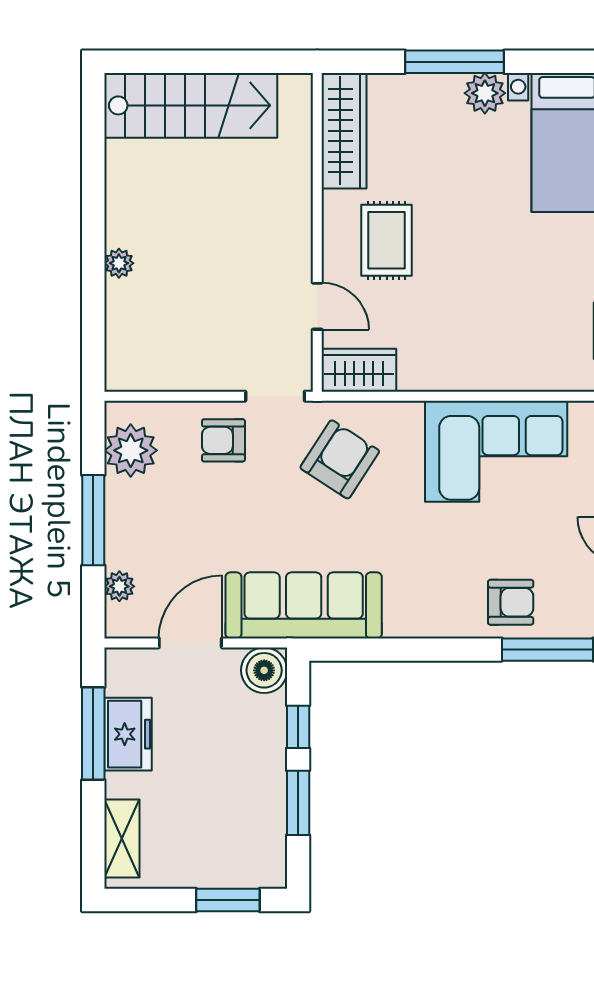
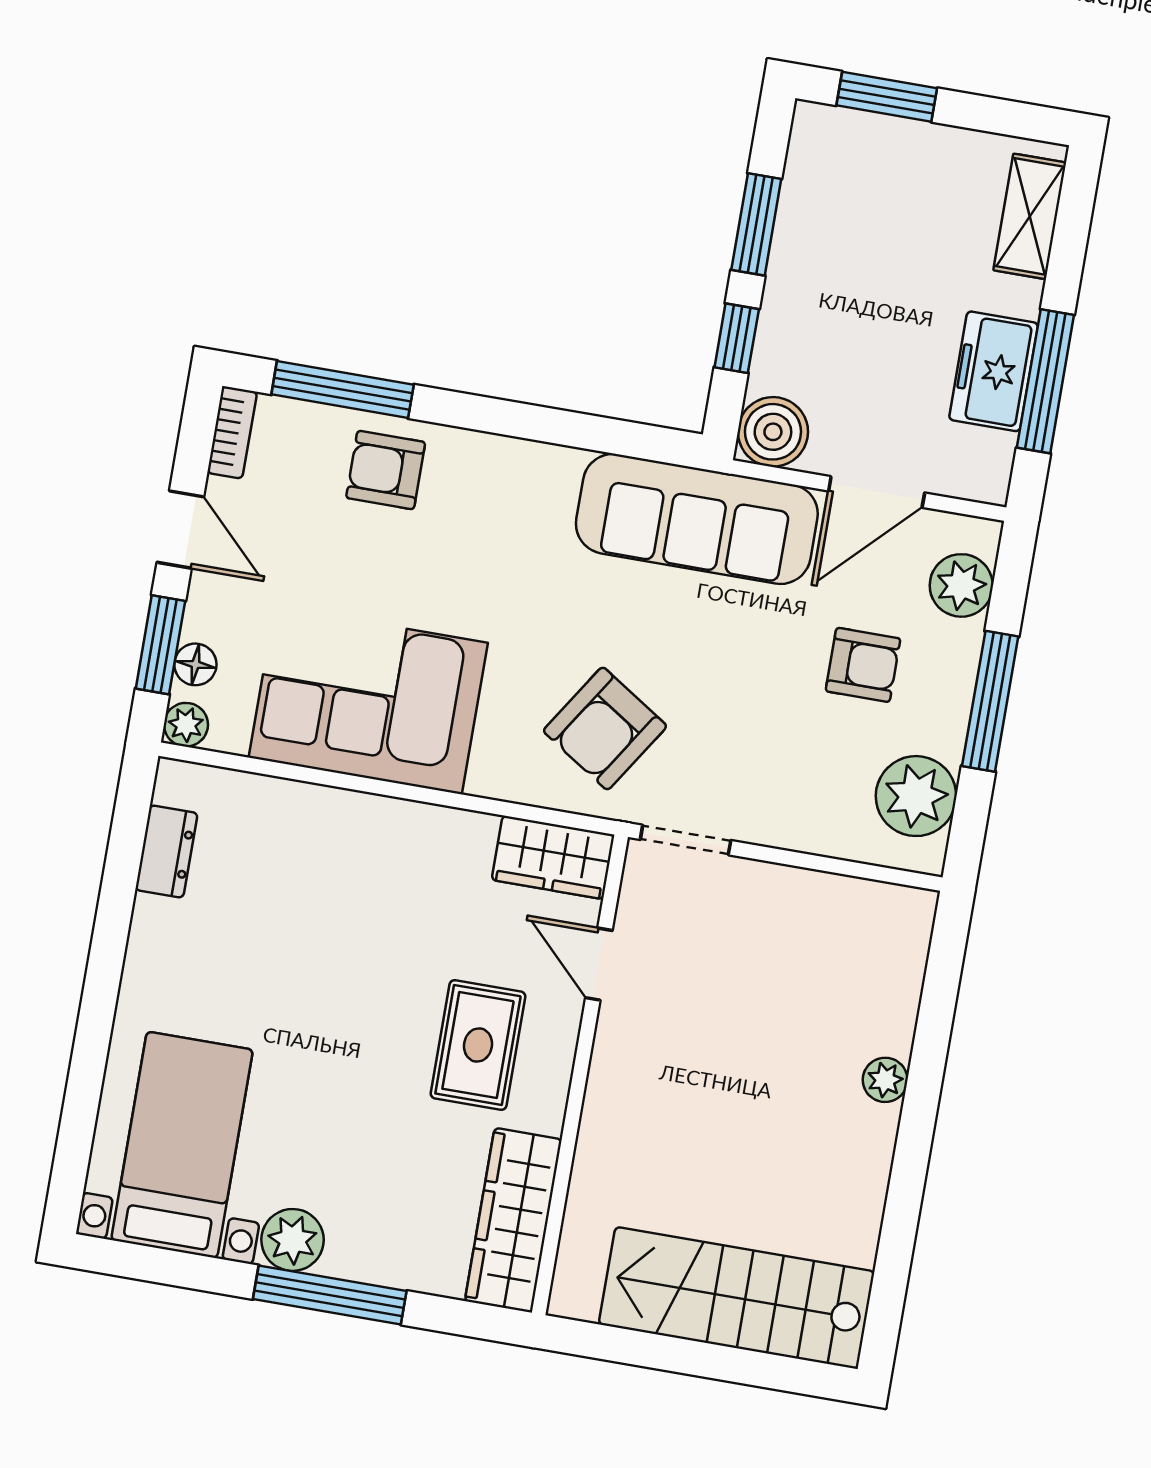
armchair: (223, 440) -> (863, 665), moved
plant: (119, 586) -> (961, 585), width x1.38, depth x1.38

